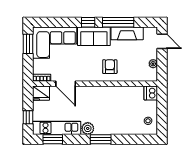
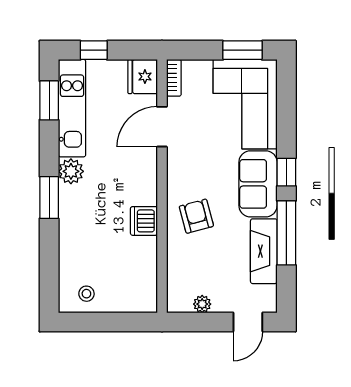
armchair: (110, 67) -> (196, 216), turned -105
dishwasher: (151, 93) -> (144, 221), moved, turned -90

